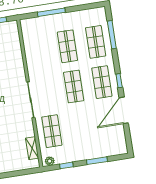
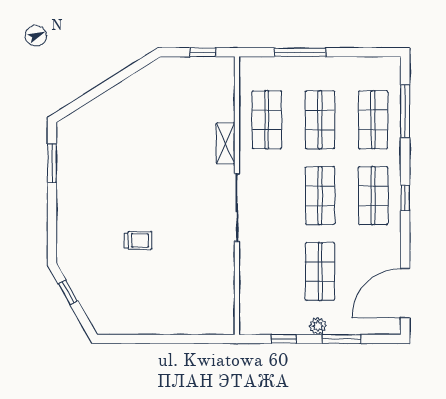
shop shelf: (39, 51) -> (267, 120), added
door: (124, 110) -> (405, 293), moved
shop shelf: (52, 131) -> (320, 271), moved
shelving: (32, 148) -> (226, 143), moved
plant: (50, 161) -> (318, 326), moved

